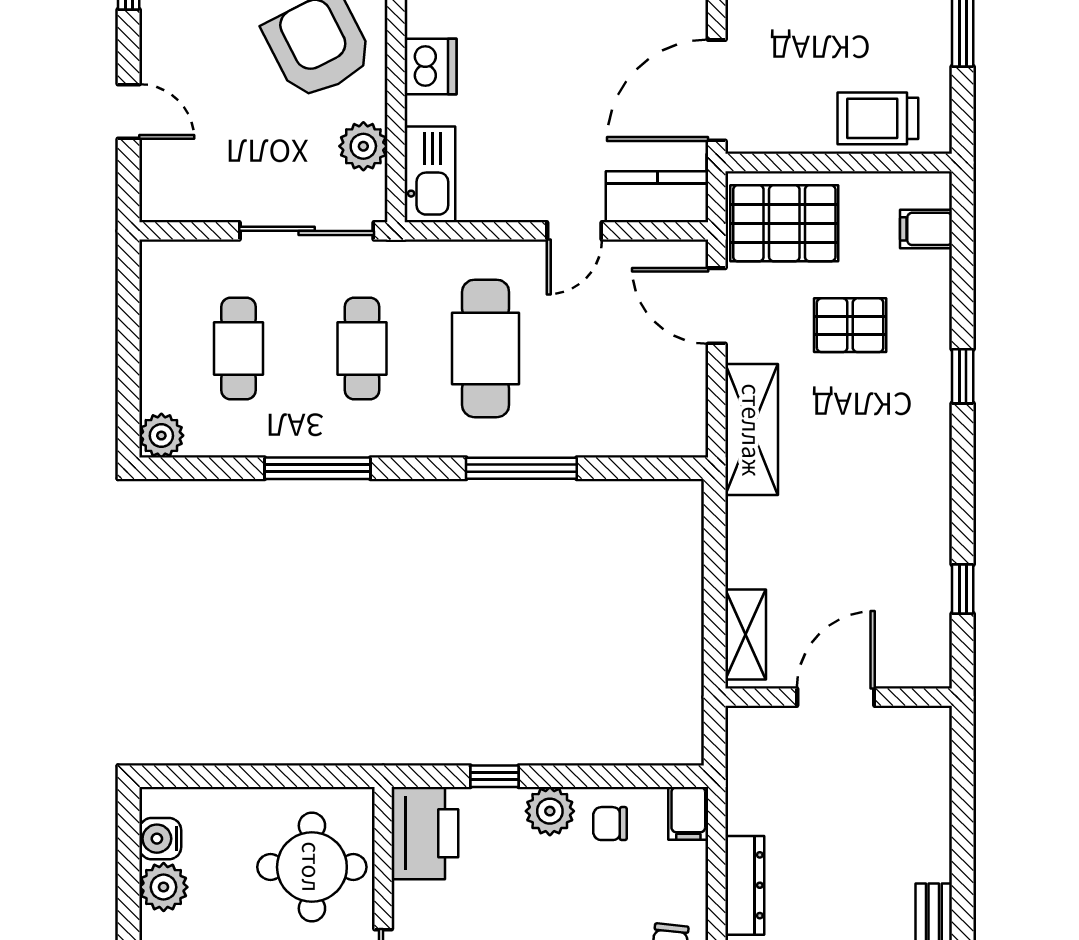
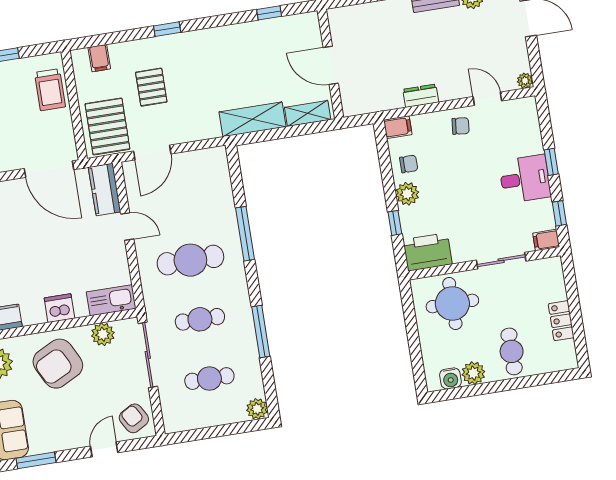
armchair: (182, 182) -> (134, 418), added
shelving: (752, 430) -> (252, 119), moved
chair: (610, 824) -> (409, 164), turned -90
dresser: (745, 885) -> (421, 96), width x0.70

